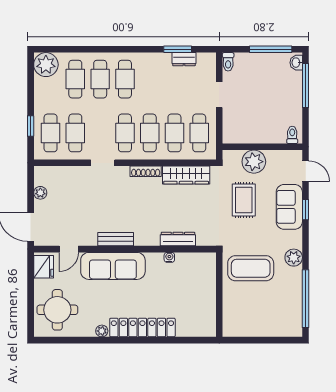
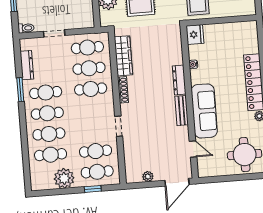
window: (178, 49) -> (20, 90), moved
dresser: (184, 59) -> (27, 65), width x1.44
plant: (46, 65) -> (64, 178), moved
cafe table: (125, 133) -> (46, 93), moved
dresser: (178, 239) -> (179, 80), moved
fridge: (44, 267) -> (195, 35), moved, turned 90

